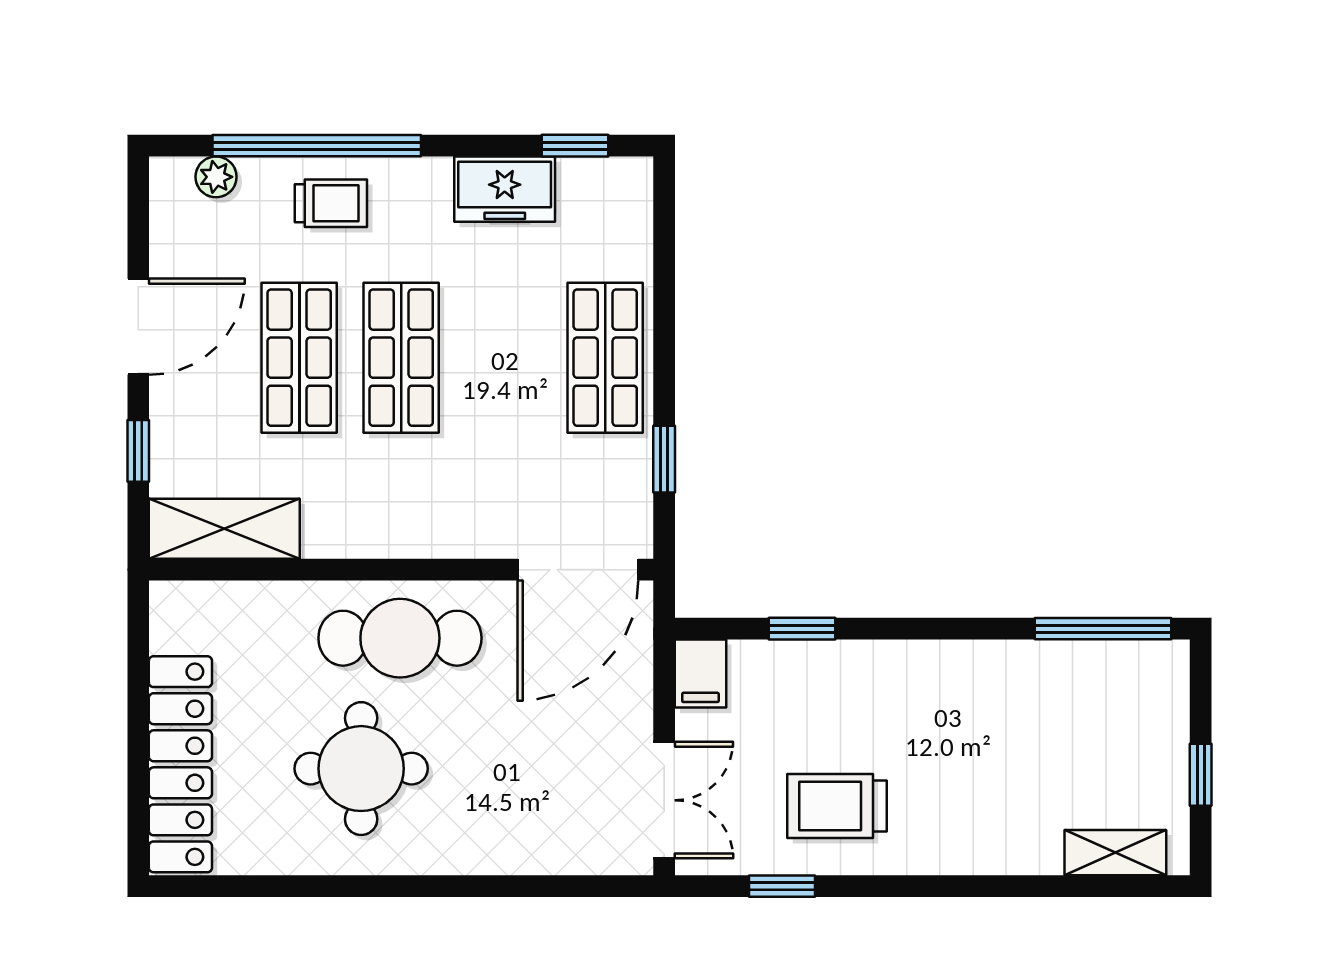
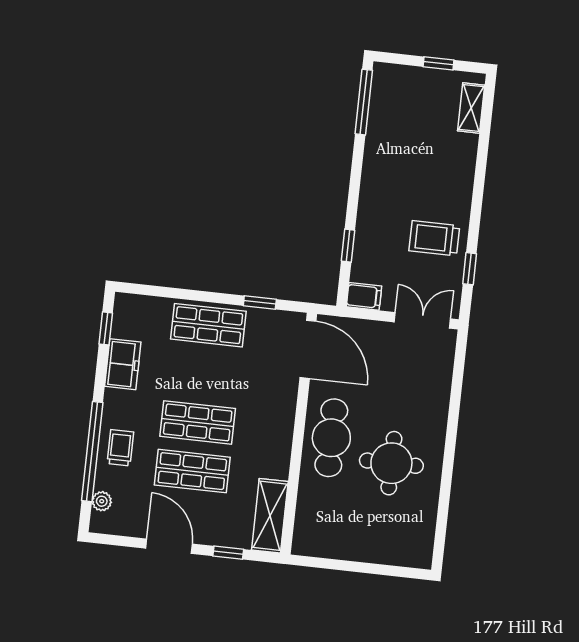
locker: (180, 764) -> (380, 549), removed
trolley: (837, 806) -> (434, 238), turned 90

